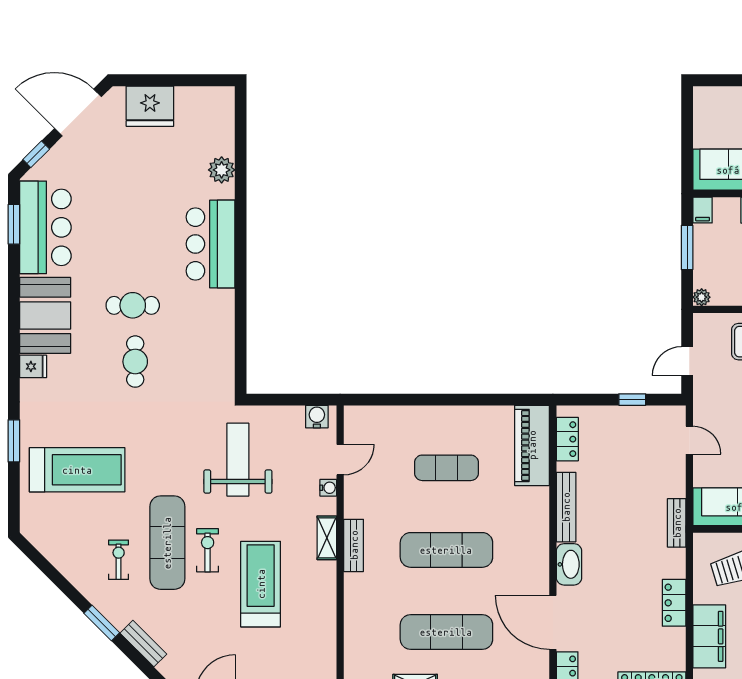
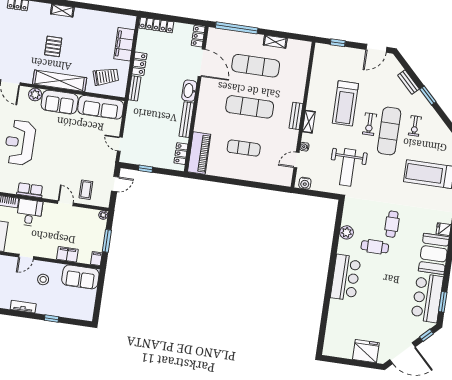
plant: (222, 170) -> (347, 232), moved
cafe table: (133, 305) -> (375, 247), moved
bench: (677, 523) -> (134, 88), moved

